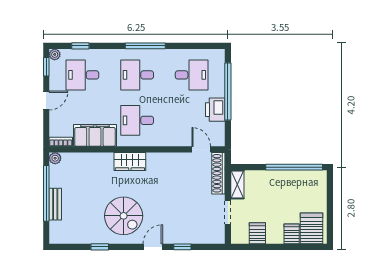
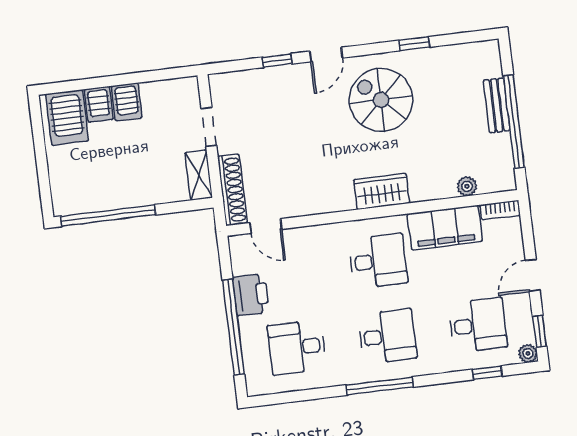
plant: (55, 158) -> (467, 186), moved
server rack: (257, 233) -> (127, 102), moved

